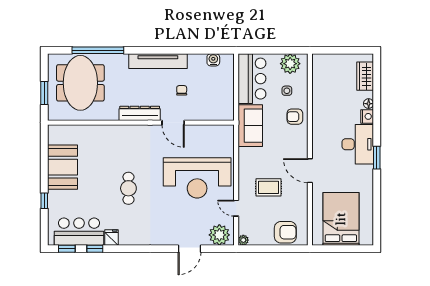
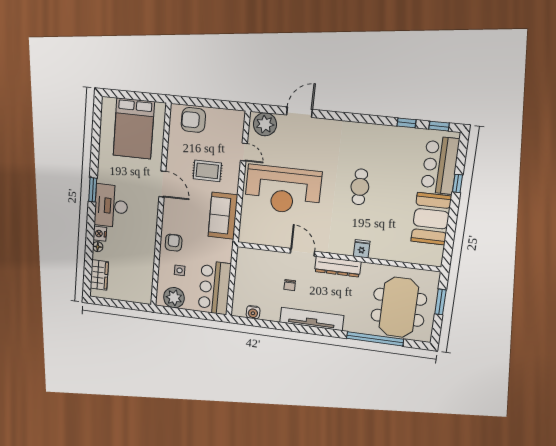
armchair: (295, 117) -> (174, 243), turned -90
sofa: (250, 126) -> (223, 216), moved
reception desk: (197, 178) -> (283, 190), turned 180
bar counter: (79, 232) -> (440, 165), moved, turned 90
fridge: (111, 237) -> (362, 249), moved, turned 180
plant: (243, 240) -> (239, 116), removed

